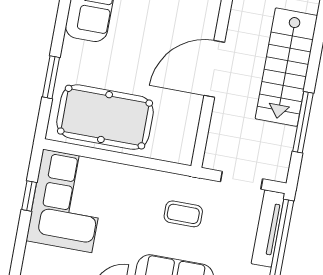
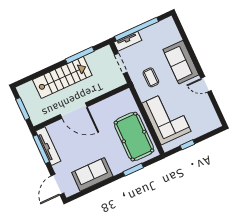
door: (214, 69) -> (74, 111), moved
corner sofa: (67, 201) -> (166, 117), moved, turned 90
tv unit: (268, 229) -> (128, 41), width x0.71

